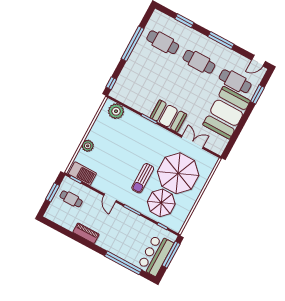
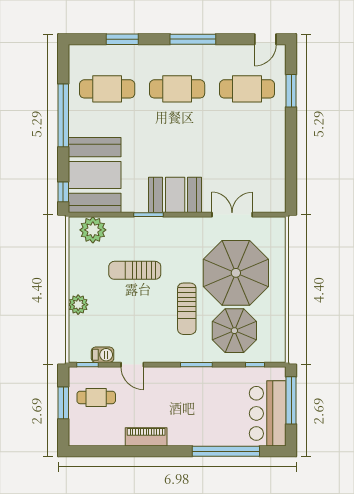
booth: (227, 113) -> (95, 175), moved
sun lounger: (126, 144) -> (135, 270), added
barbecue: (82, 174) -> (103, 355), width x0.53, depth x0.65
door: (110, 198) -> (132, 365), moved

